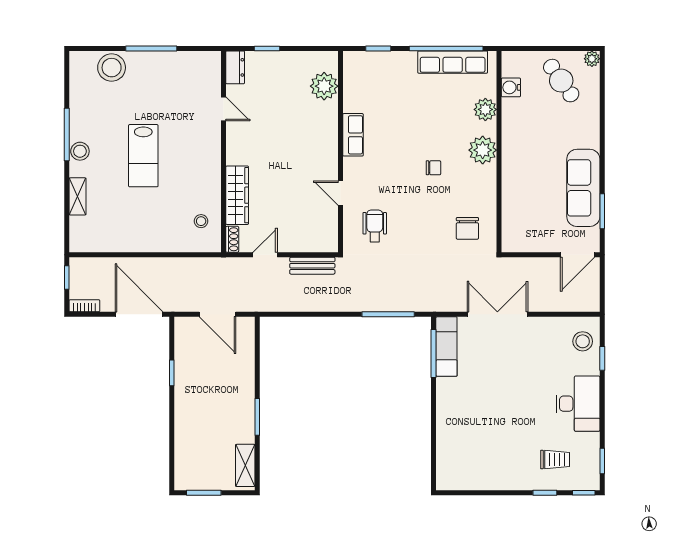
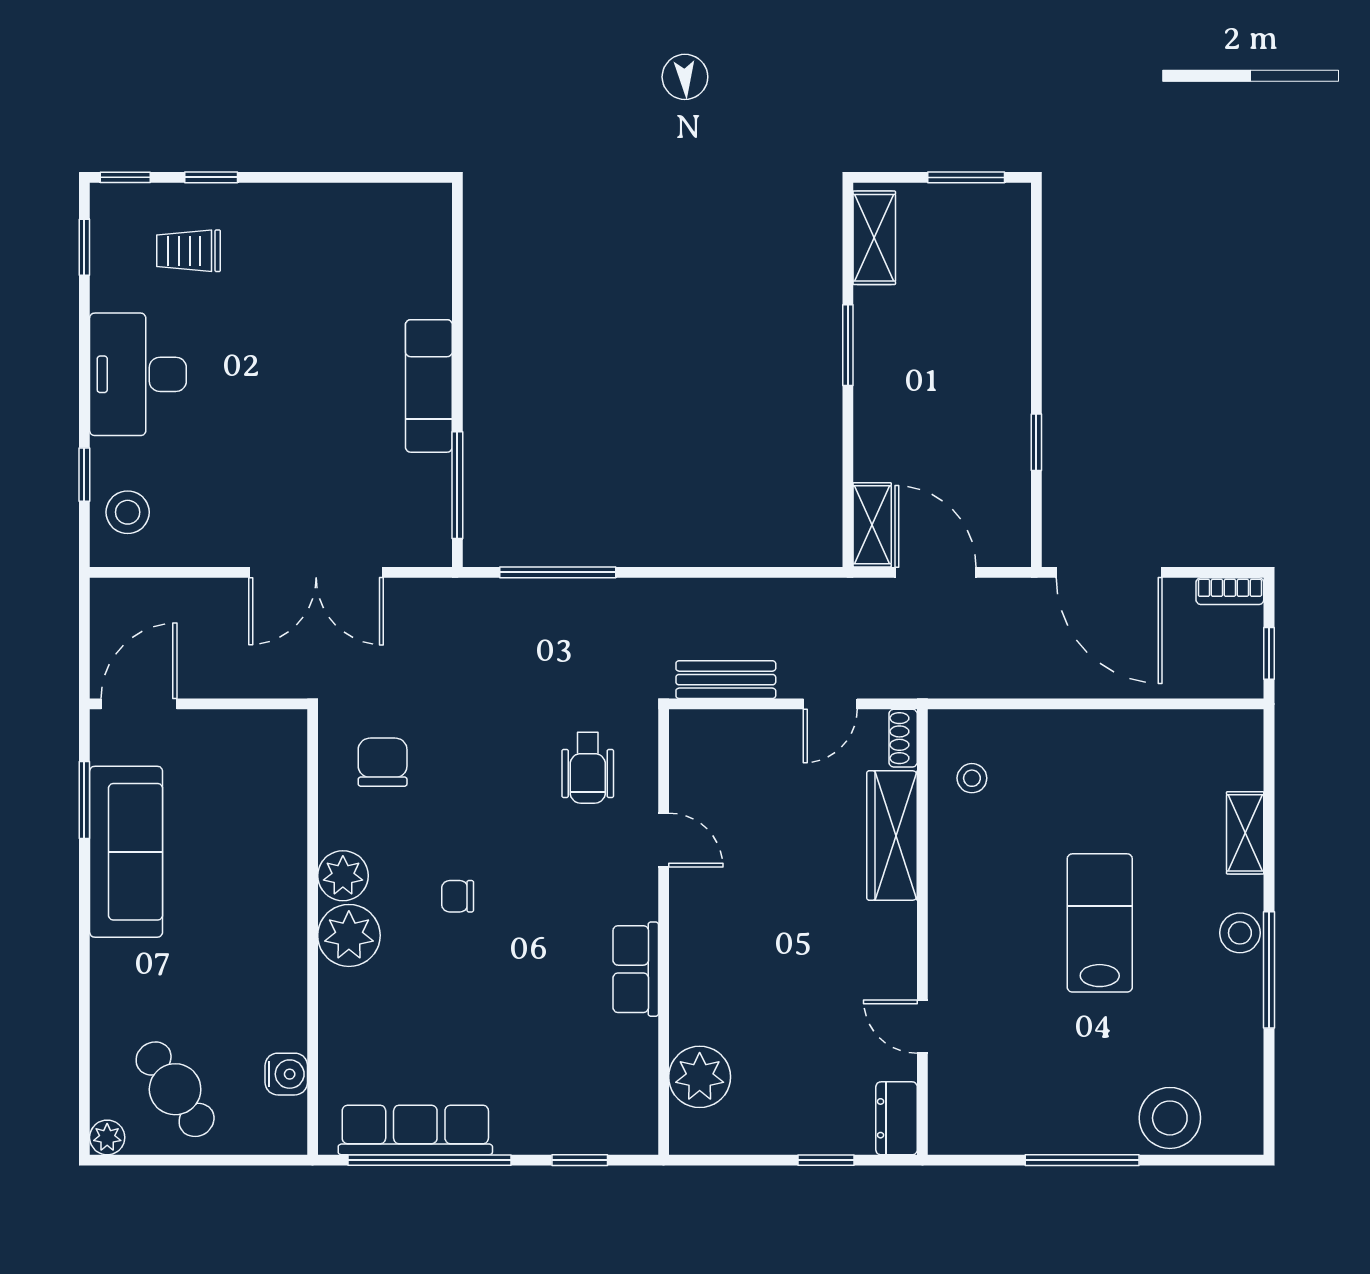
plant: (485, 109) -> (343, 876), moved
shelving: (246, 336) -> (872, 525), added
exam couch: (446, 347) -> (429, 386), moved

